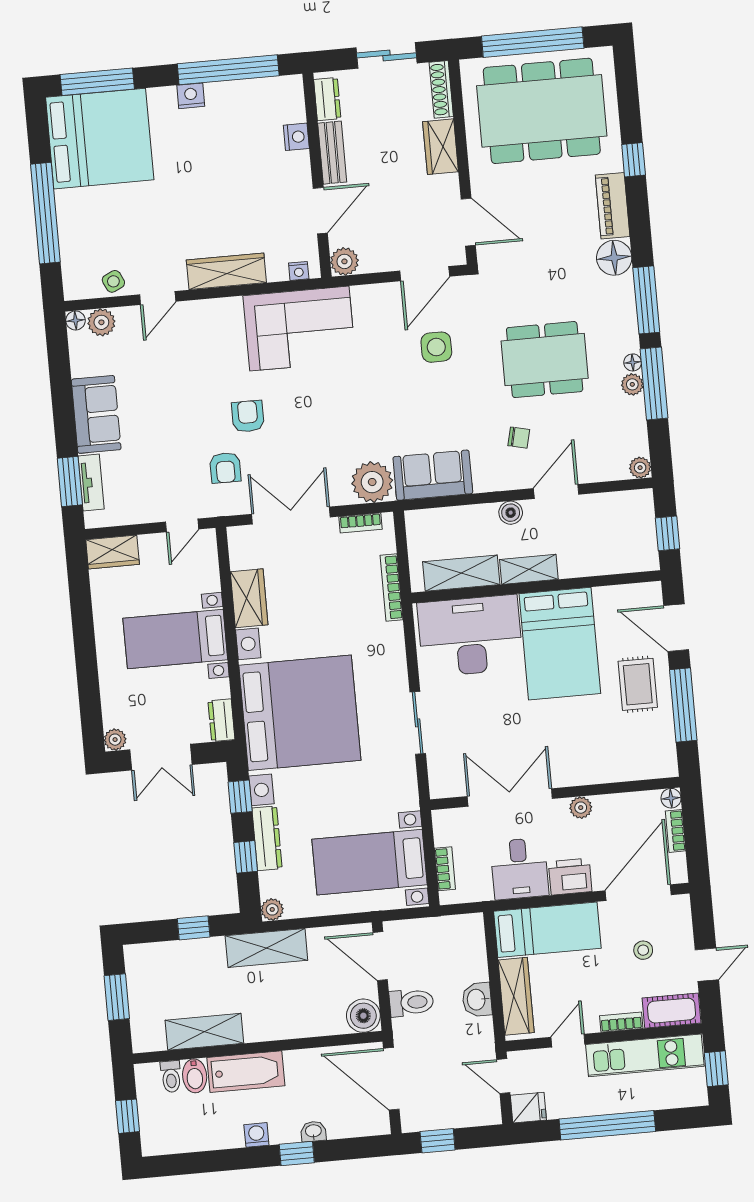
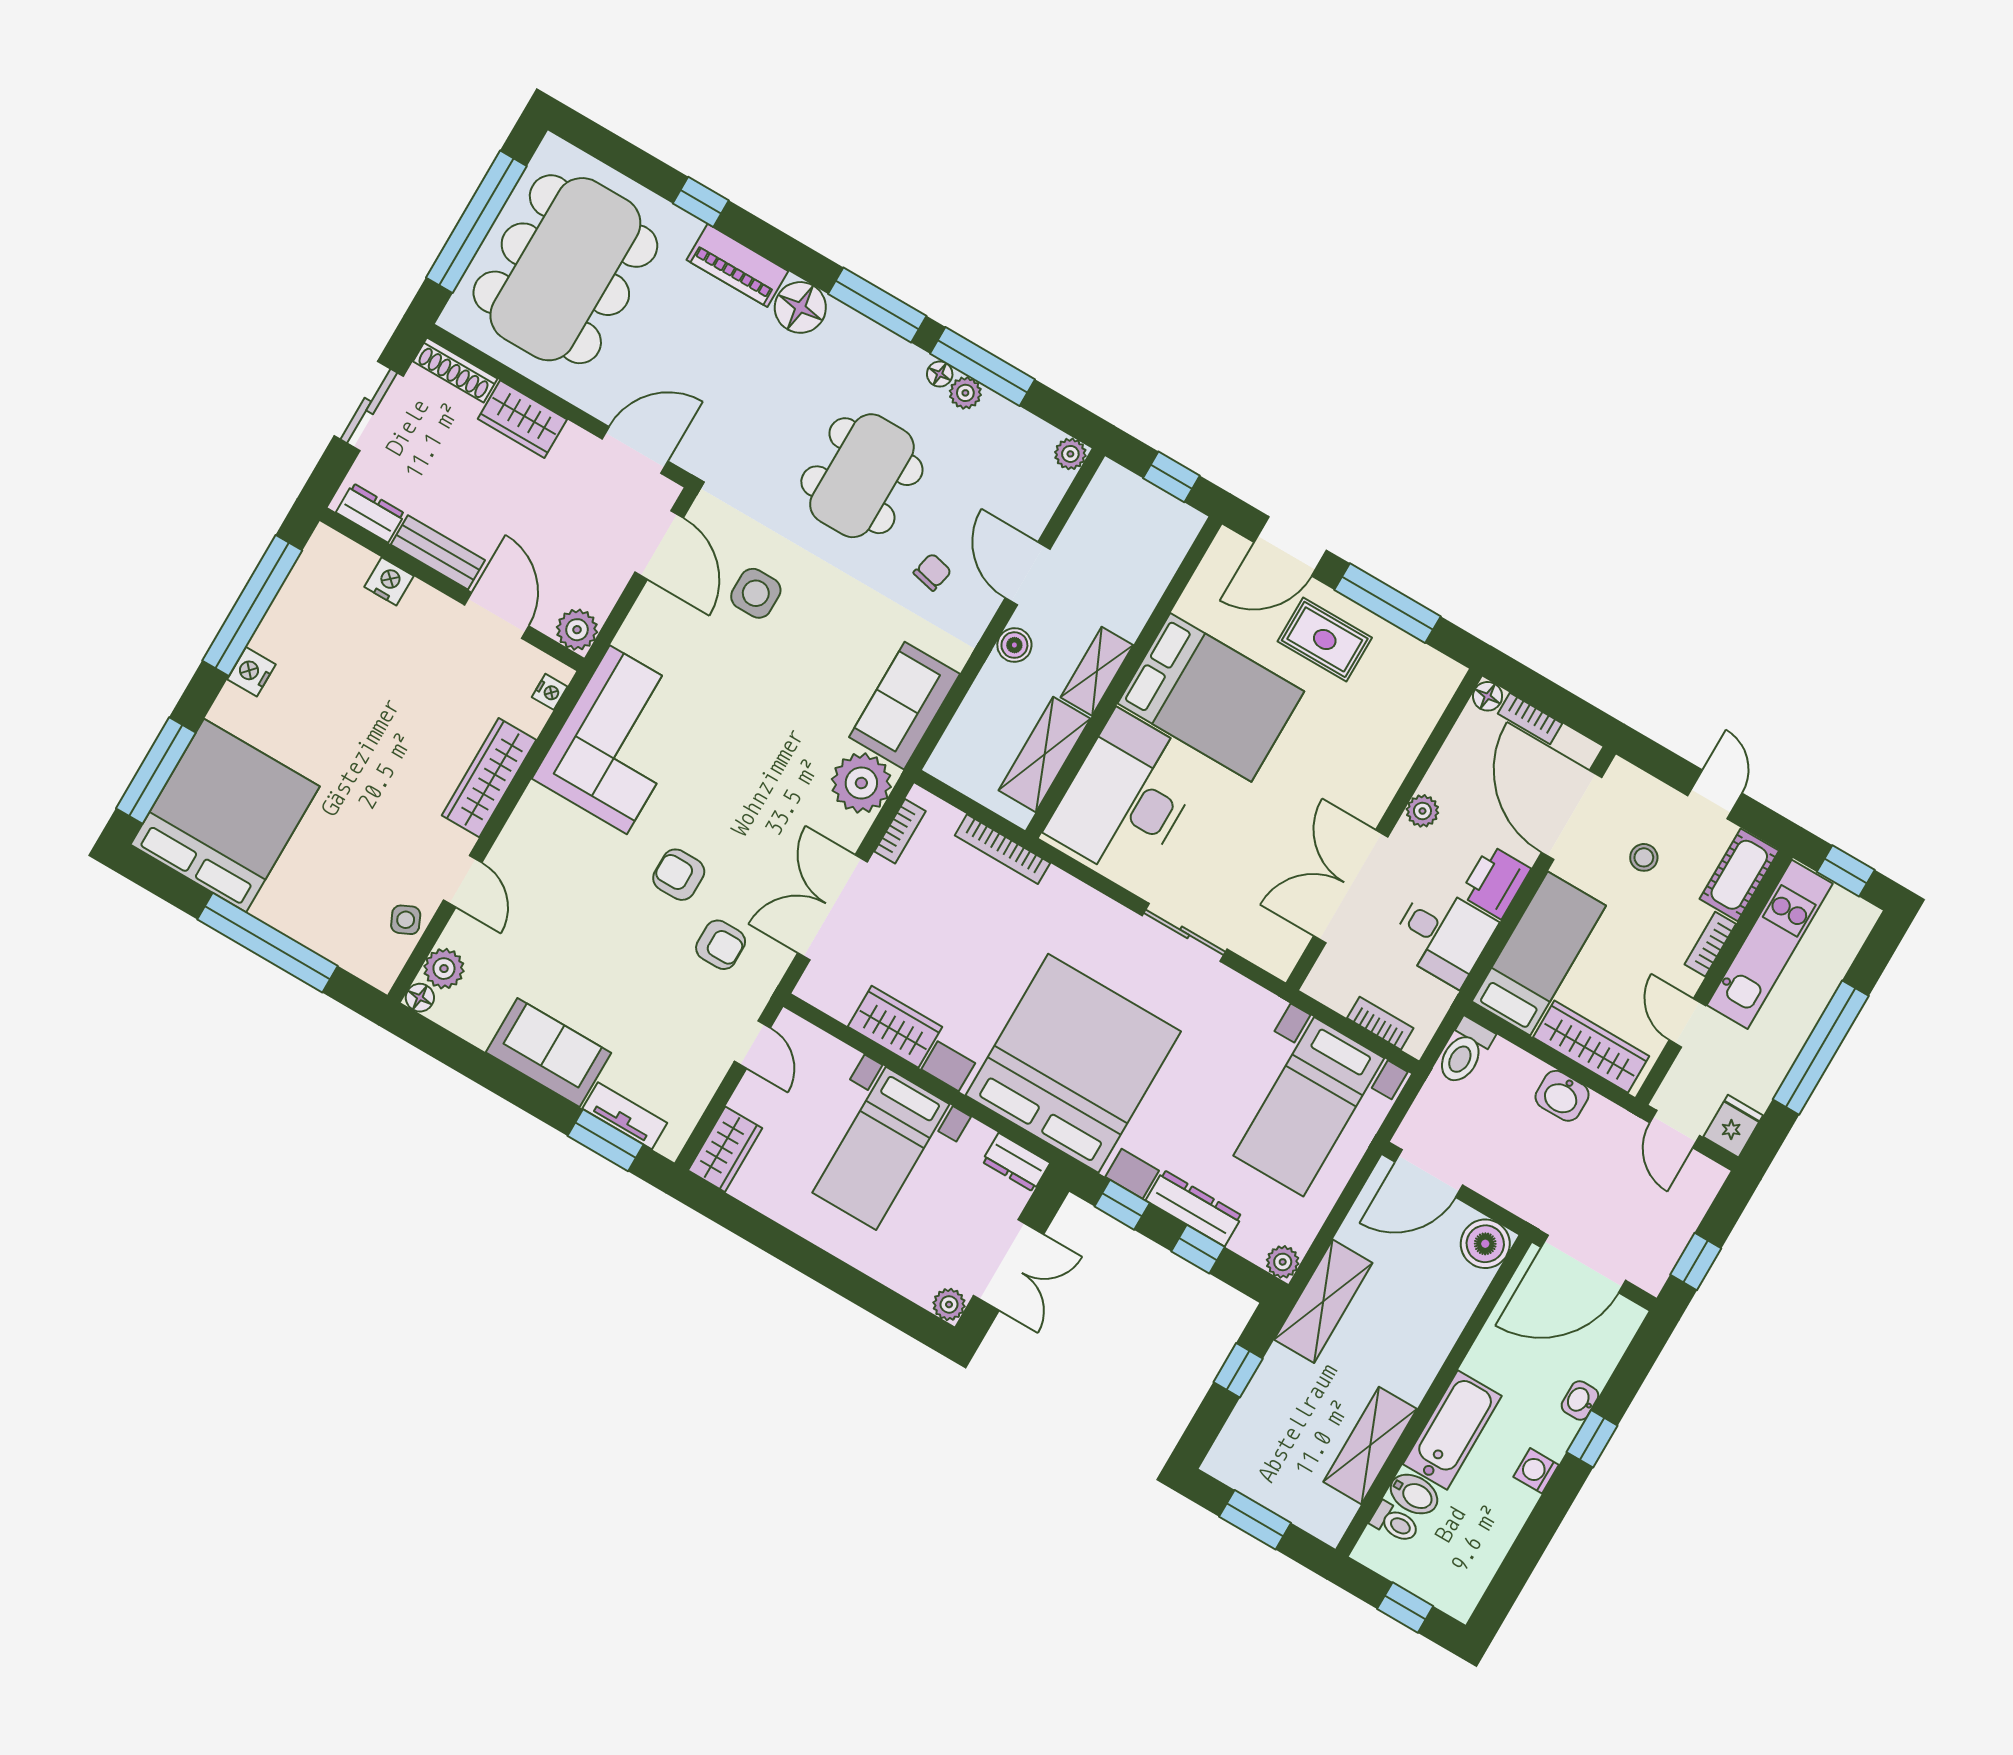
toilet: (411, 1002) -> (1464, 1052), moved, turned 180
door: (503, 1076) -> (1675, 1129), hinge flipped

